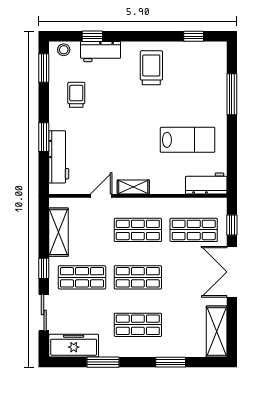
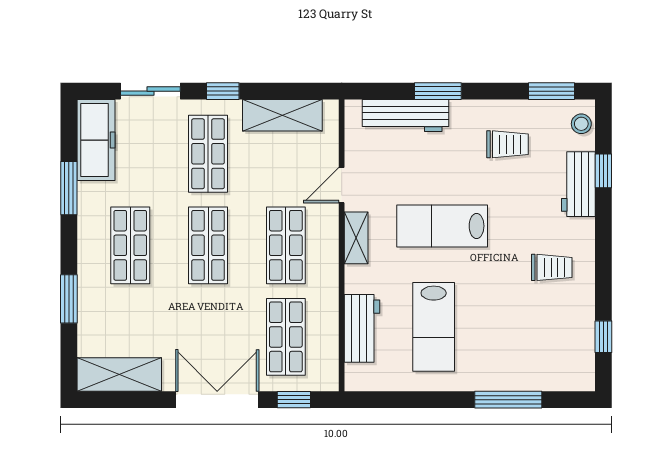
trolley: (151, 68) -> (552, 267), width x0.73, depth x0.72
lab bench: (126, 135) -> (442, 226), added
workbench: (206, 183) -> (362, 328), moved
door: (101, 196) -> (342, 185), swing flipped

